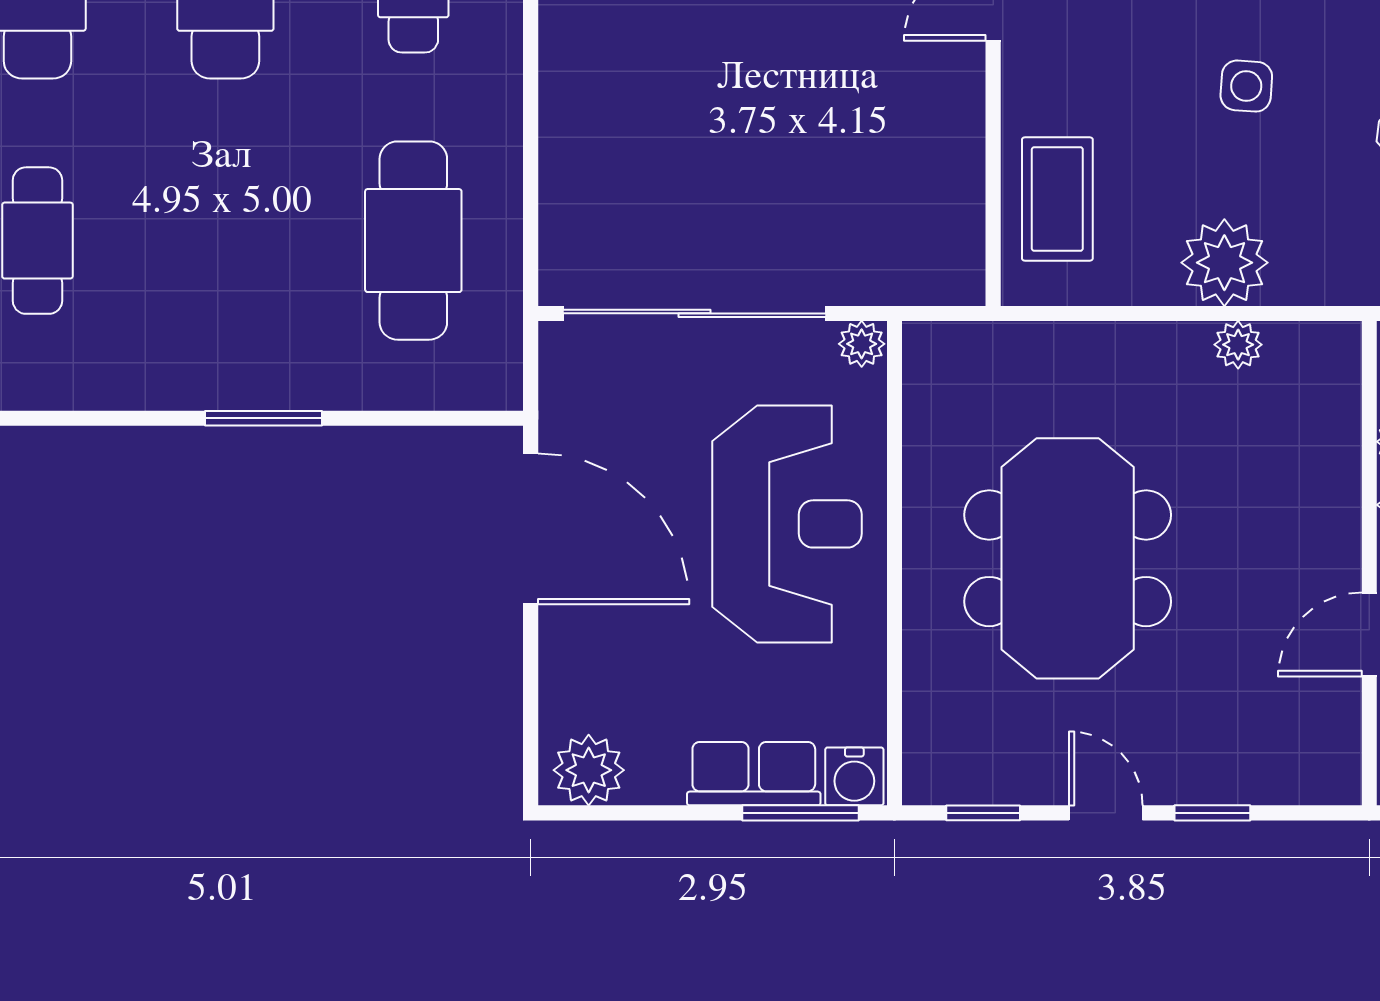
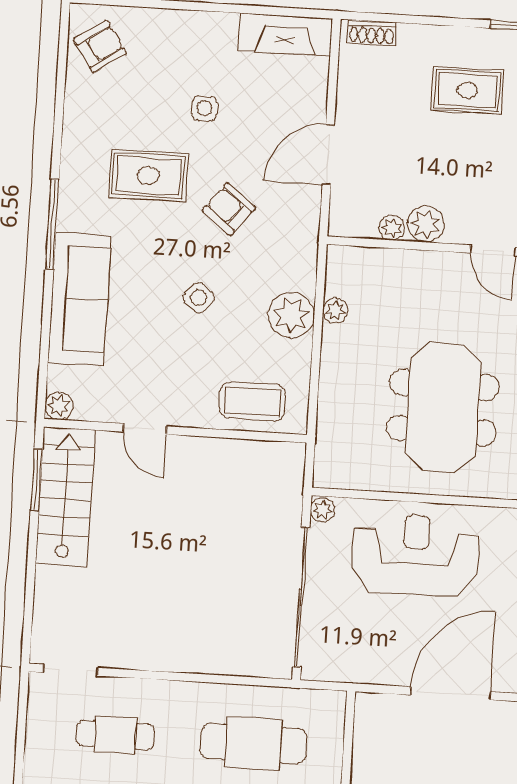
side table: (1246, 86) -> (199, 298), turned 35
door: (531, 529) -> (451, 693), moved
meeting table: (1068, 558) -> (443, 408), turned 90

